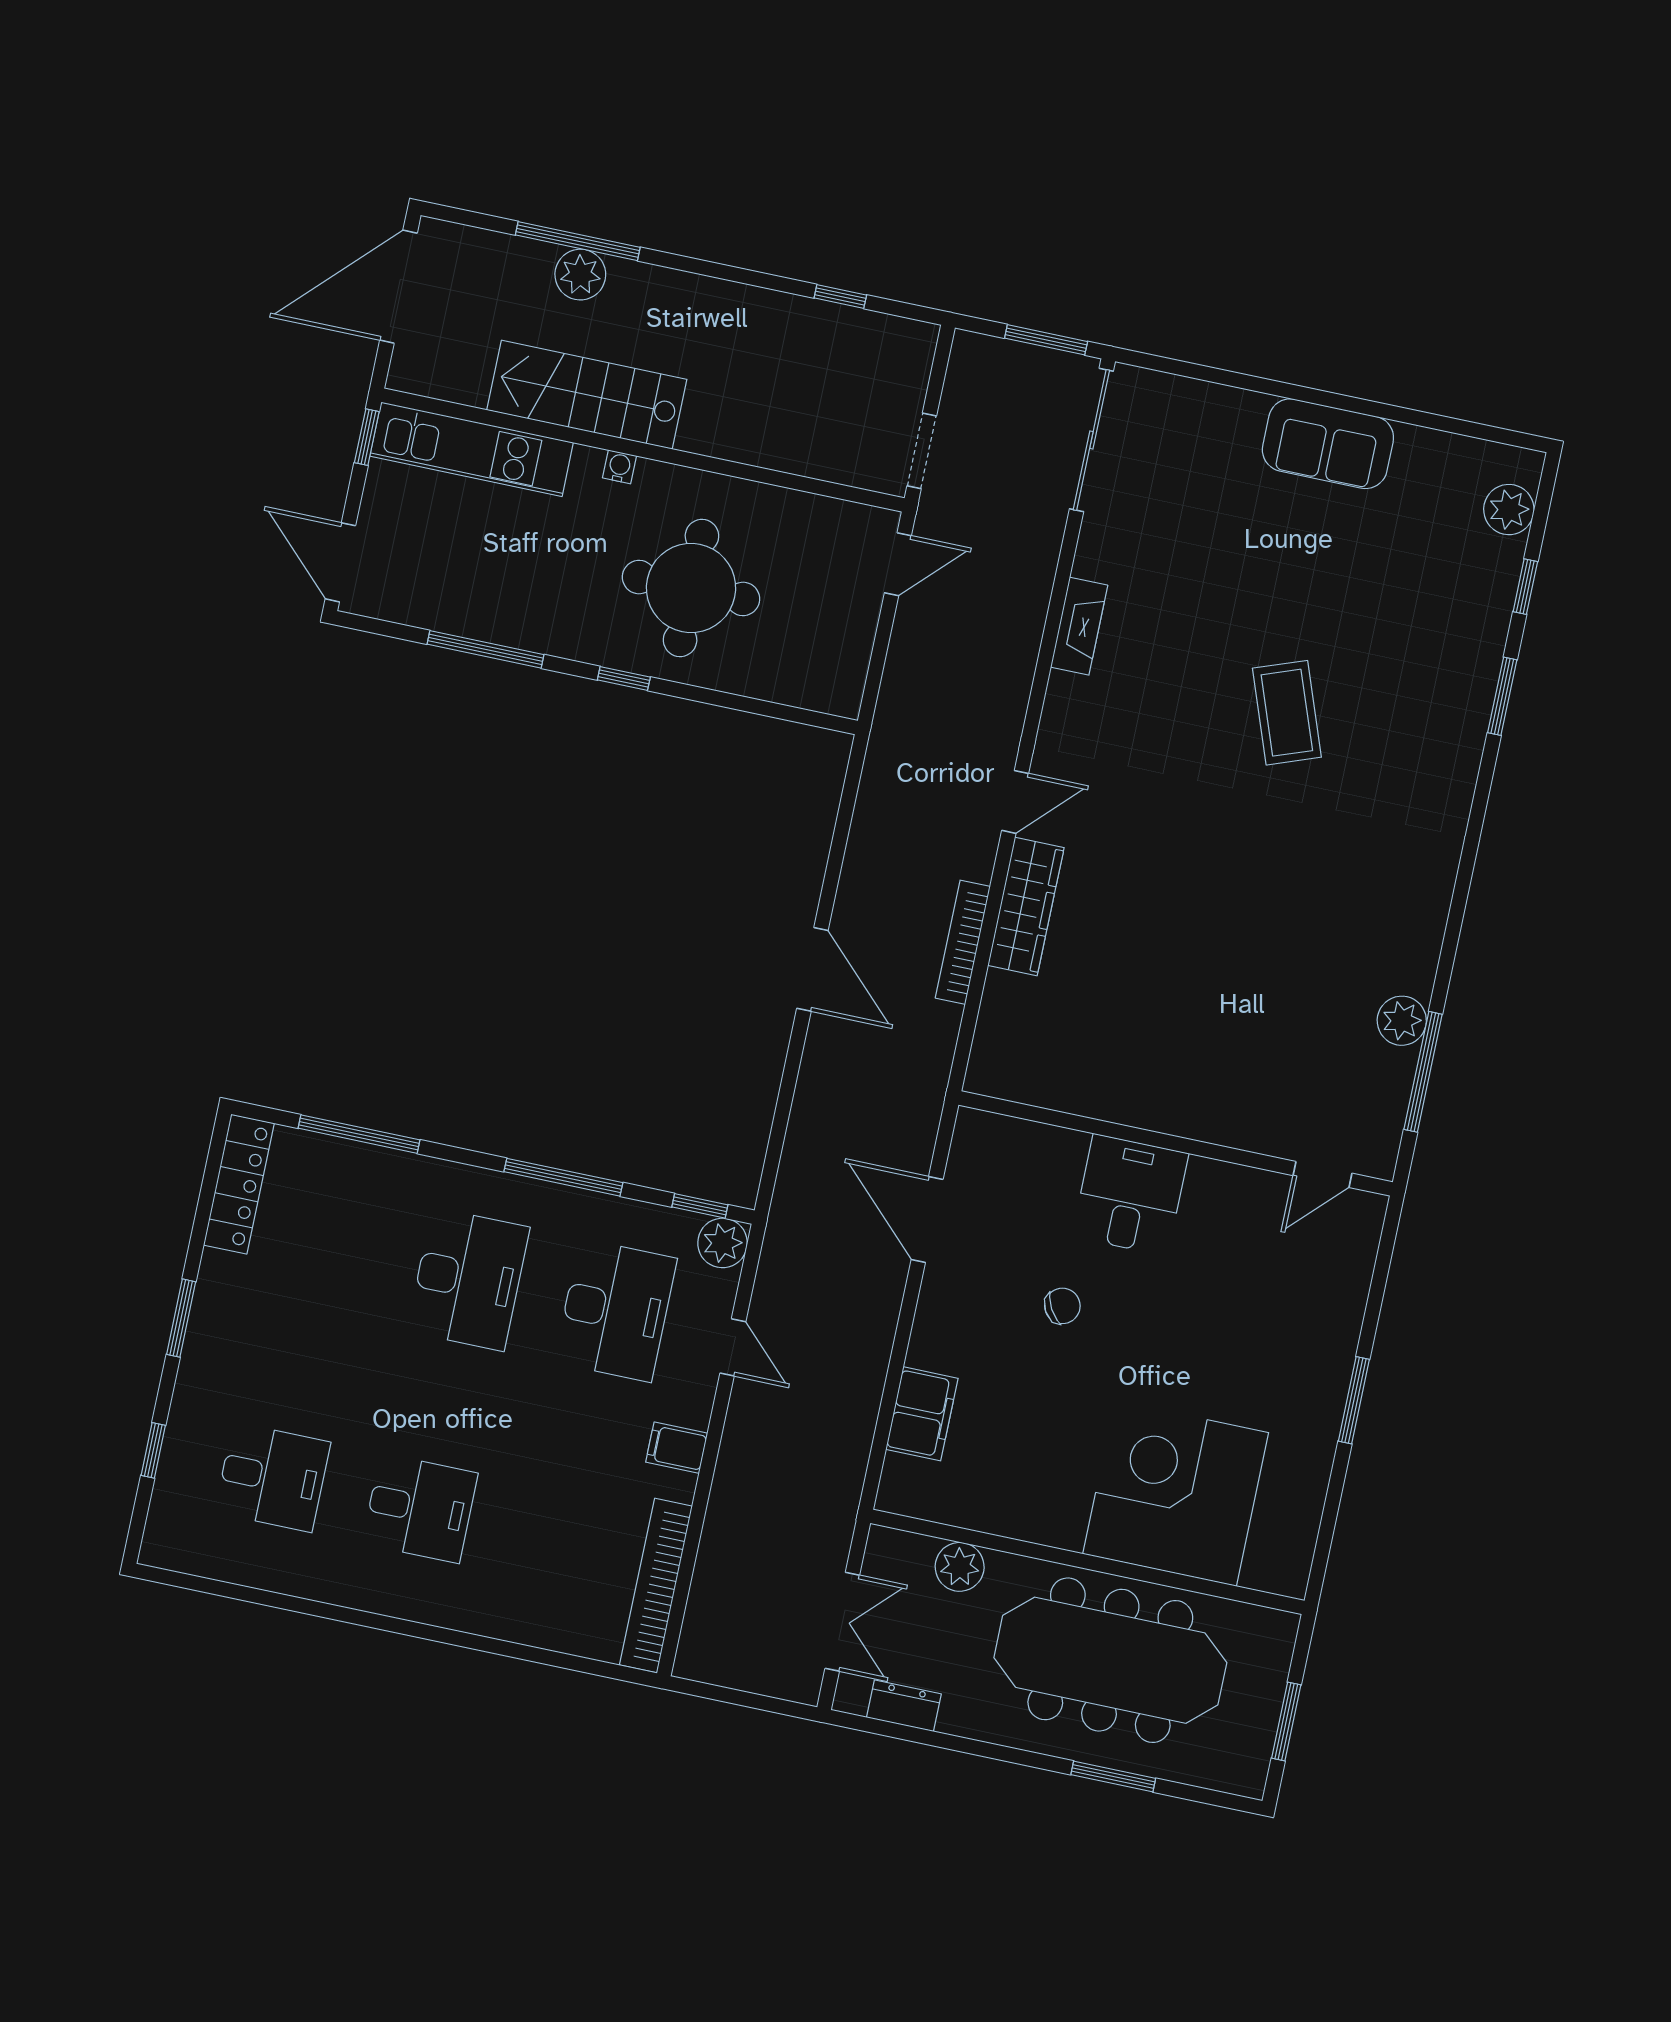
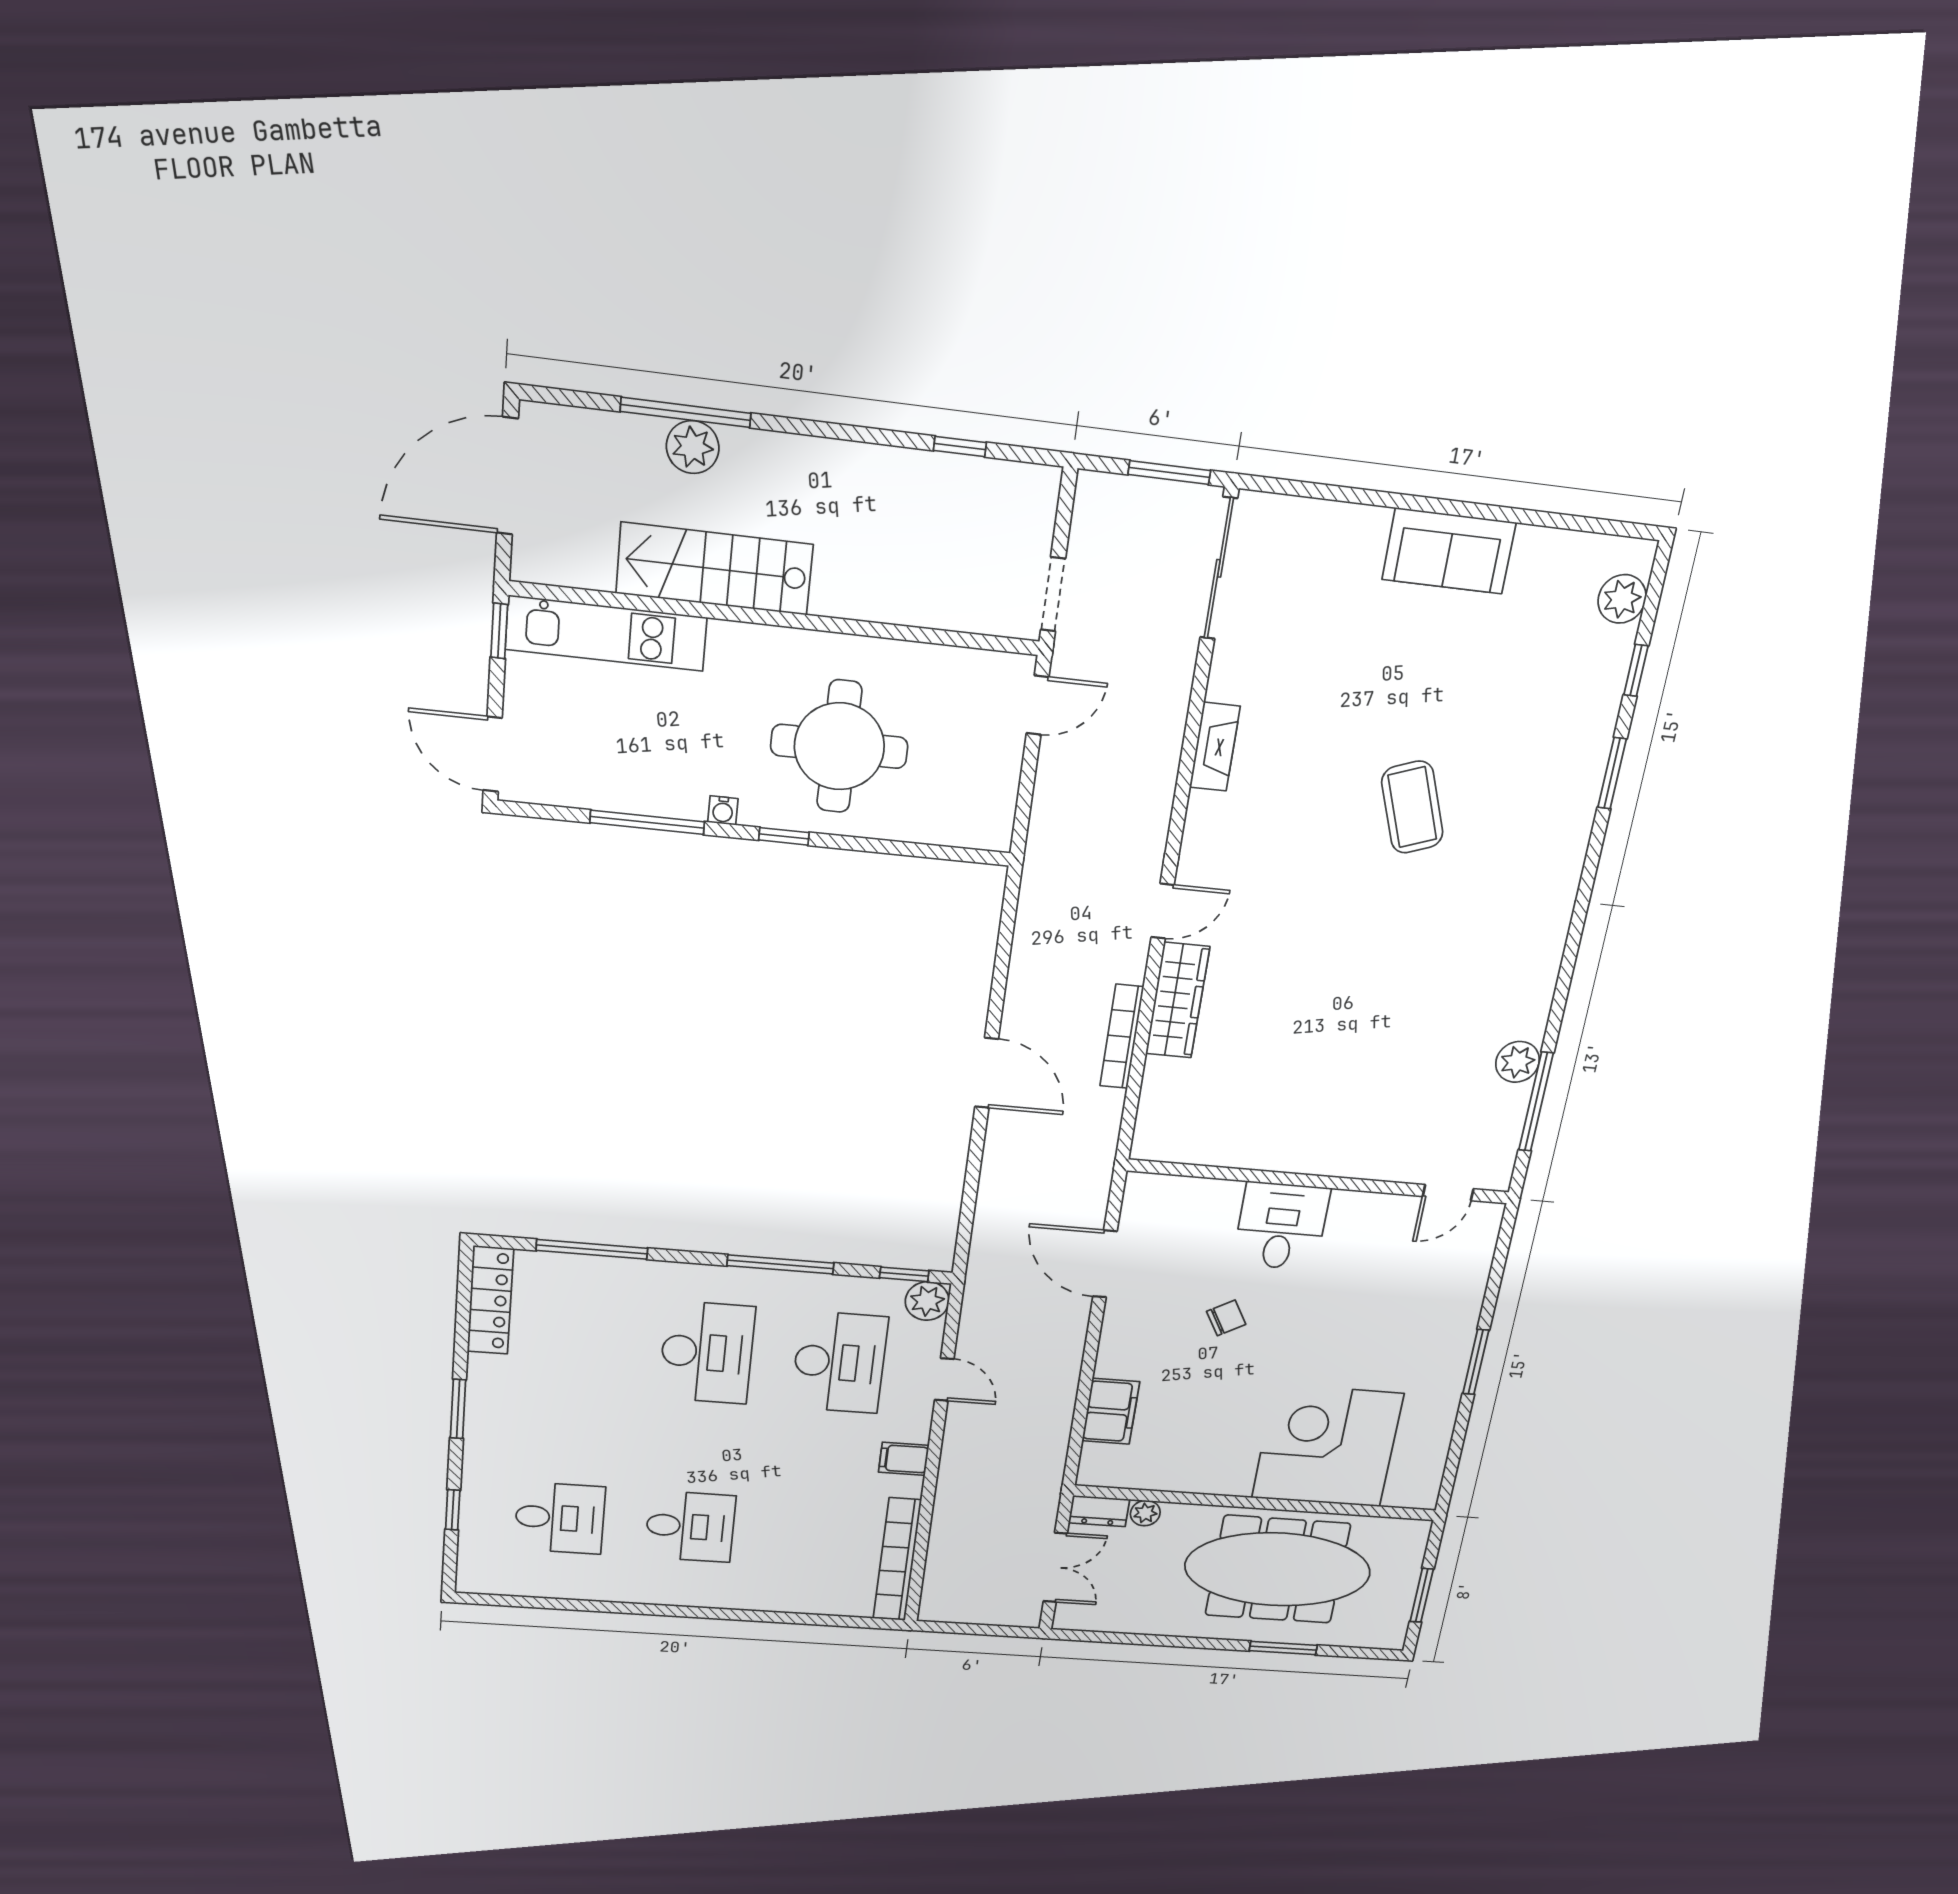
water cooler: (619, 467) -> (723, 810), moved, turned 180
plant: (960, 1567) -> (1145, 1513), width x0.73, depth x0.73
dresser: (904, 1706) -> (1099, 1511), moved, turned 180

